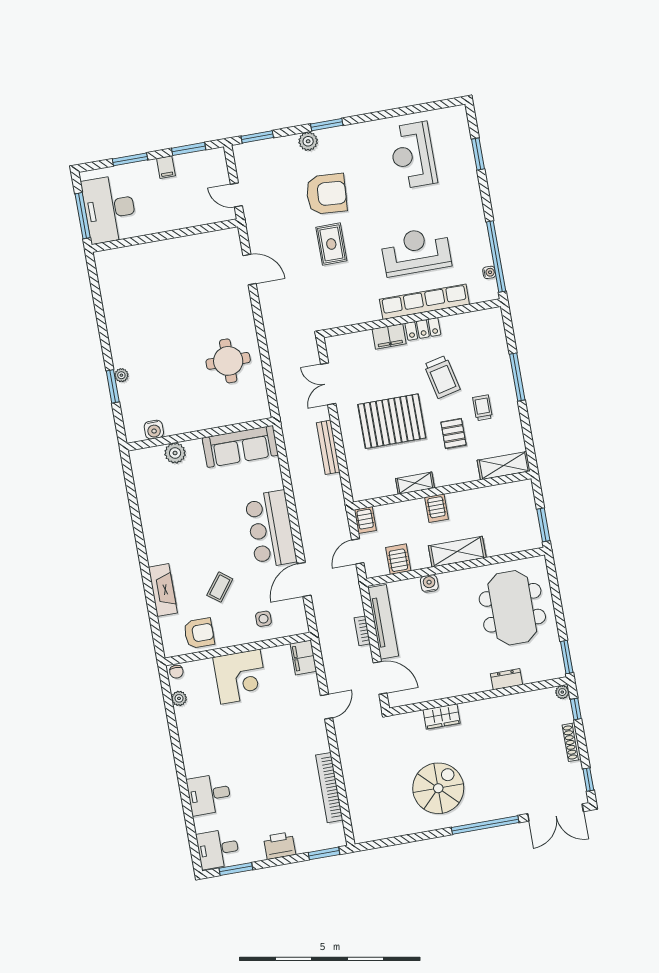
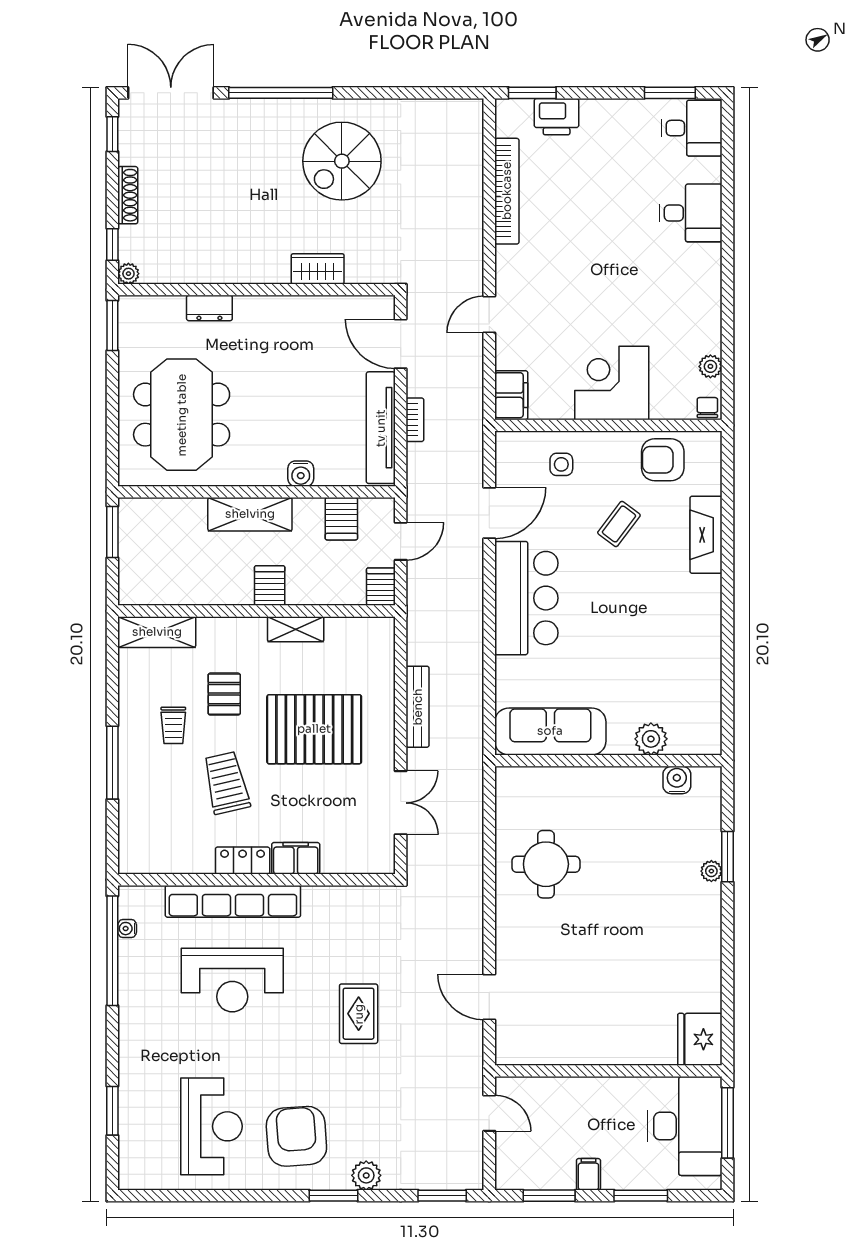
armchair: (326, 194) -> (296, 1136), moved, turned 82
fridge: (110, 266) -> (700, 1039), added
printer: (280, 846) -> (557, 117), moved

